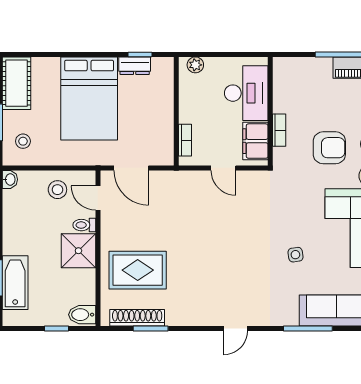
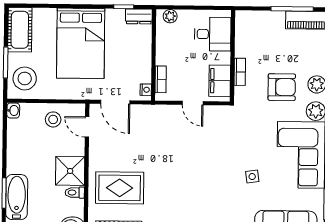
dresser: (135, 66) -> (139, 16), moved
desk: (246, 93) -> (213, 34), width x0.73
stool: (23, 141) -> (25, 78), width x1.89, depth x1.89
nightstand: (167, 153) -> (146, 90), added
toilet: (84, 225) -> (75, 193), moved

